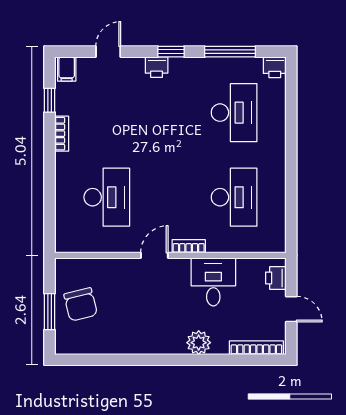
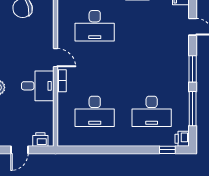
window: (171, 52) -> (193, 69), width x1.50
printer: (157, 67) -> (182, 59), removed
window: (291, 89) -> (167, 150), added
desk: (213, 282) -> (38, 86), moved

